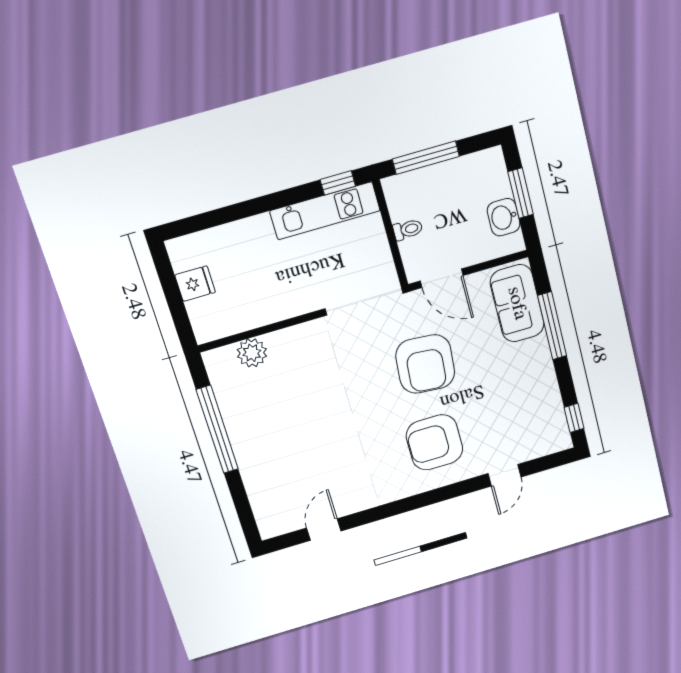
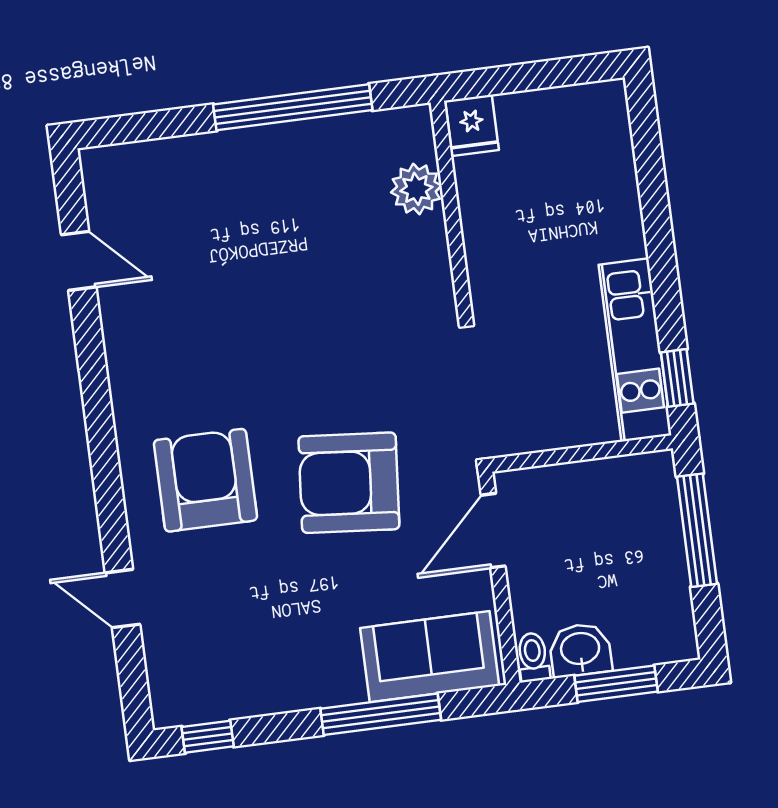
toilet: (408, 229) -> (533, 657), moved, turned 180
fridge: (195, 284) -> (472, 125), moved

